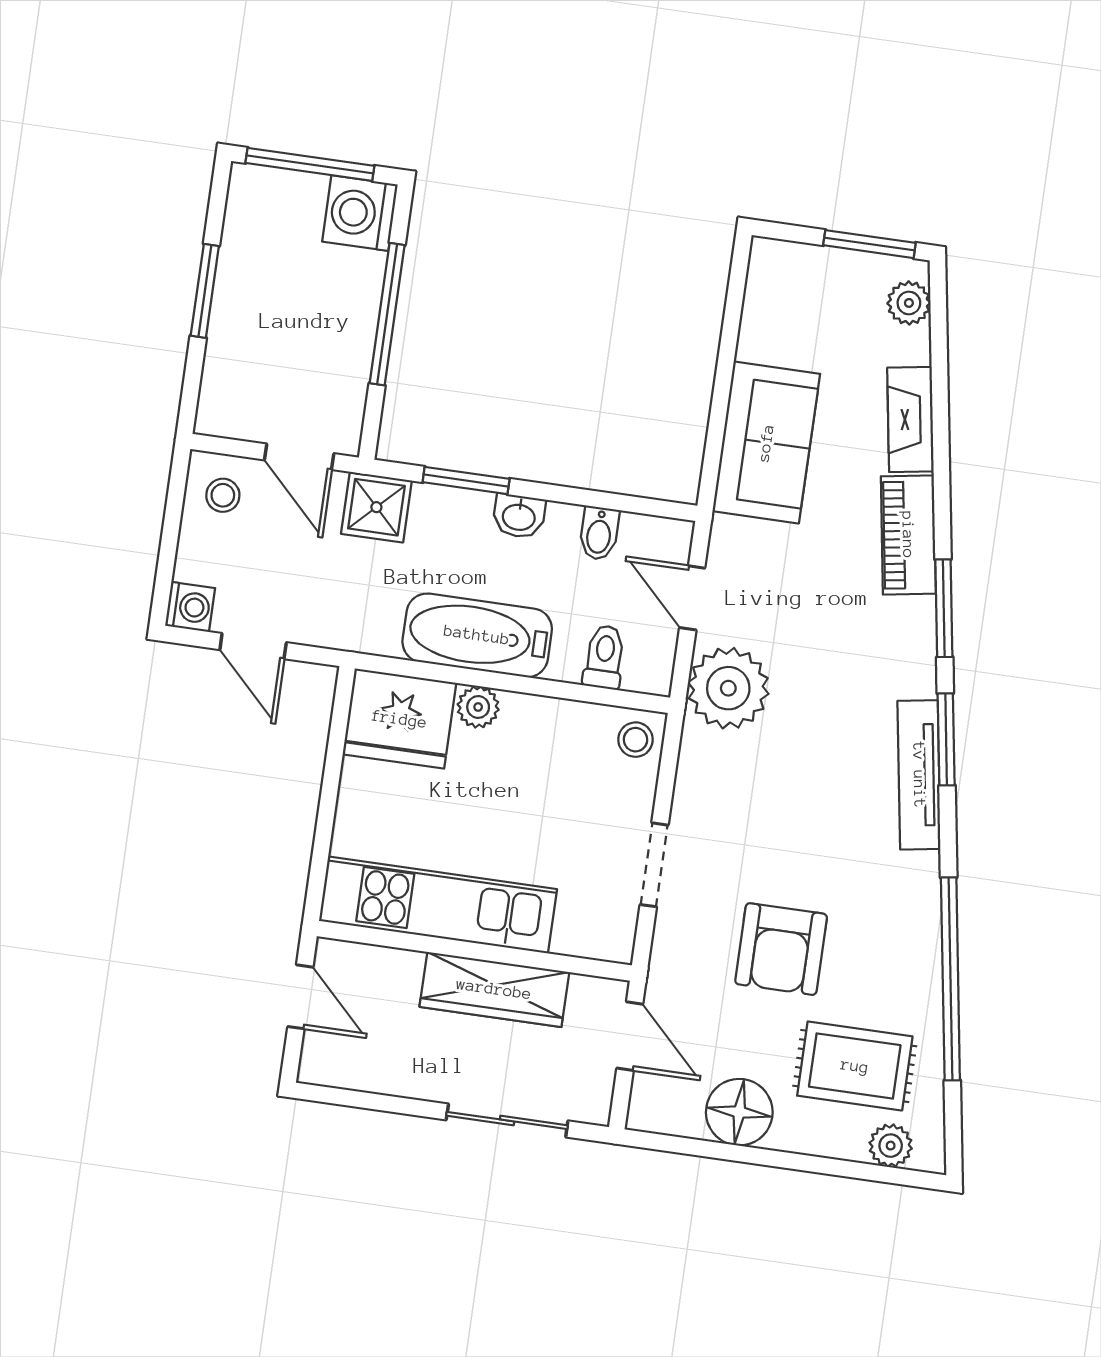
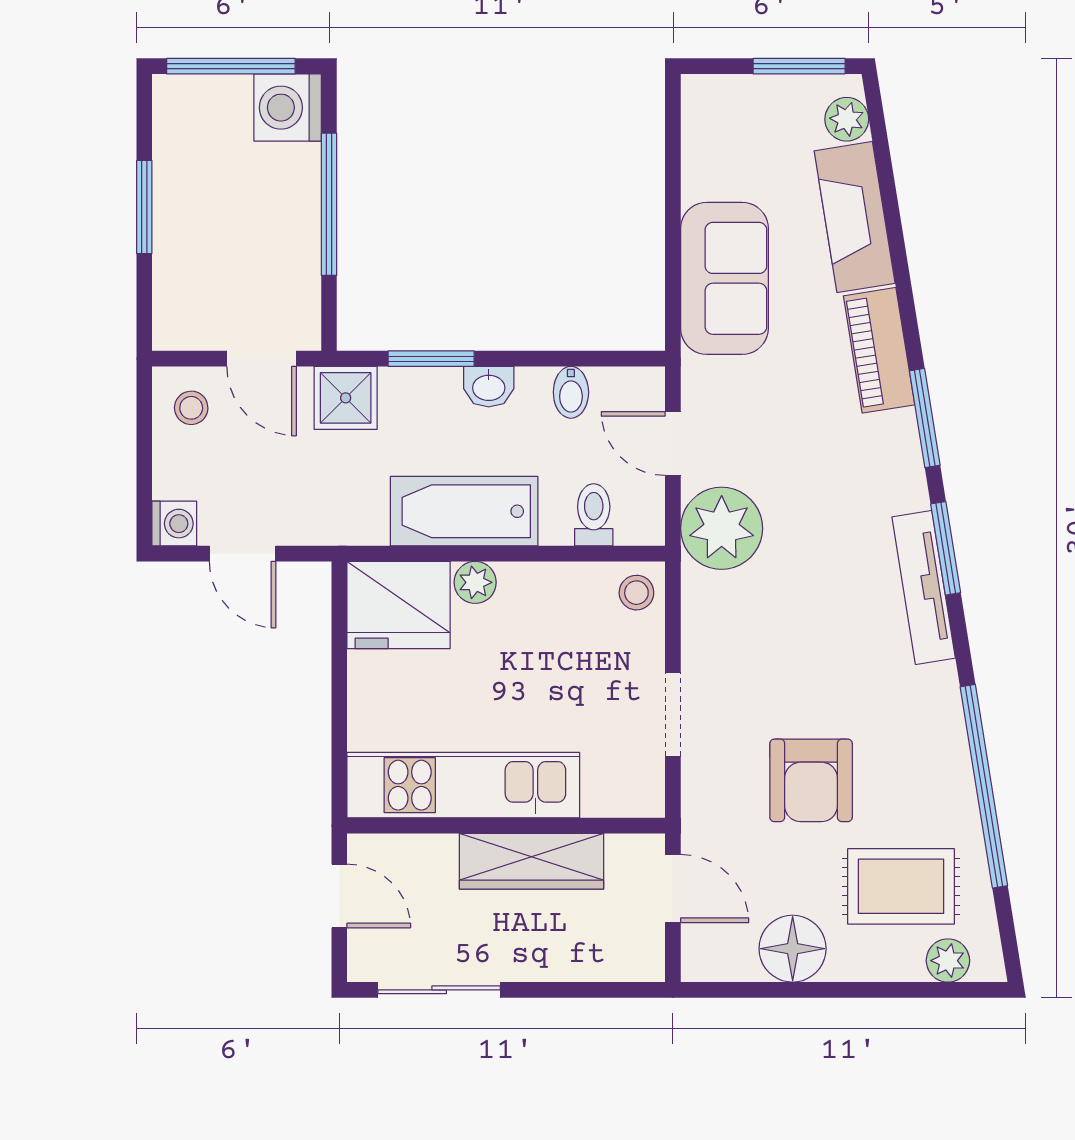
fireplace: (910, 419) -> (855, 217), width x1.37, depth x1.32
sliding door: (507, 1120) -> (439, 990), moved

